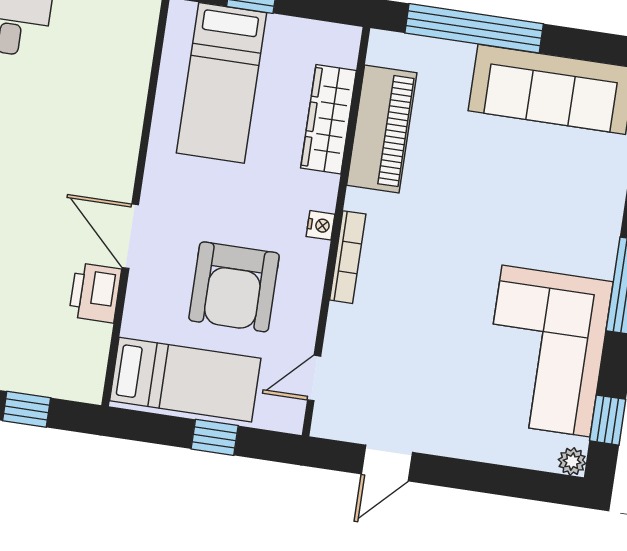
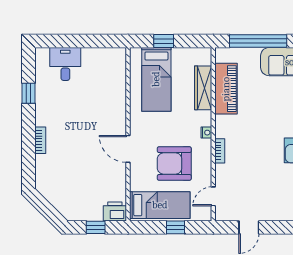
bookcase: (348, 257) -> (220, 151), width x0.64
armchair: (234, 287) -> (174, 164), turned 90
printer: (95, 293) -> (115, 211), moved, turned 90

